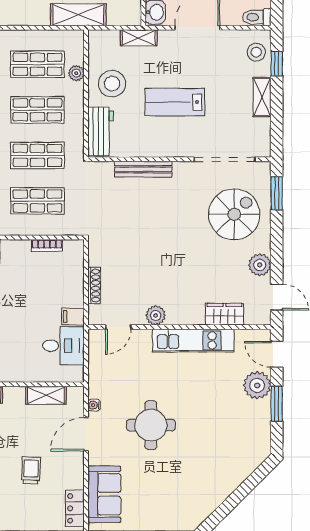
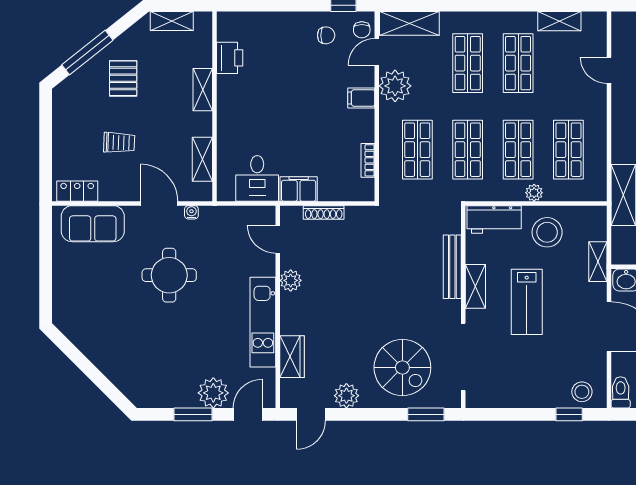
plant: (76, 73) -> (534, 193), moved
shelving: (262, 97) -> (475, 286), moved, turned 90
lab bench: (175, 102) -> (527, 302), turned 180
filing cabinet: (73, 317) -> (299, 189), width x2.00

